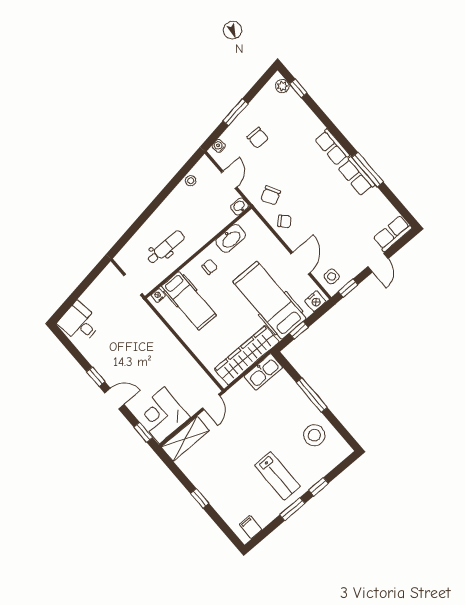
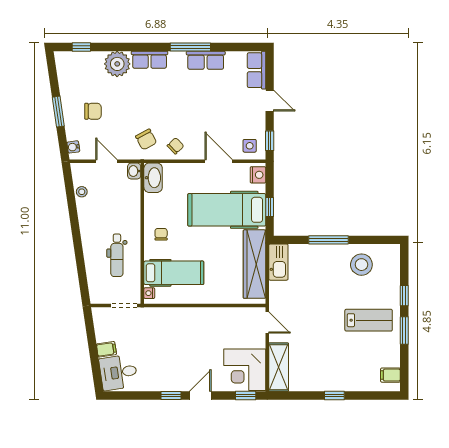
plant: (282, 86) -> (117, 64), moved, width x1.87, depth x1.87
row of seats: (356, 176) -> (206, 60), moved
washbasin: (231, 238) -> (153, 178), moved
dental chair: (166, 247) -> (117, 255), turned 180
filing cabinet: (89, 299) -> (106, 349), added

